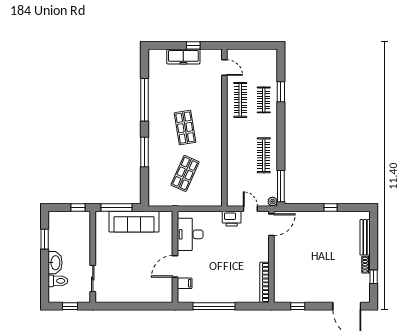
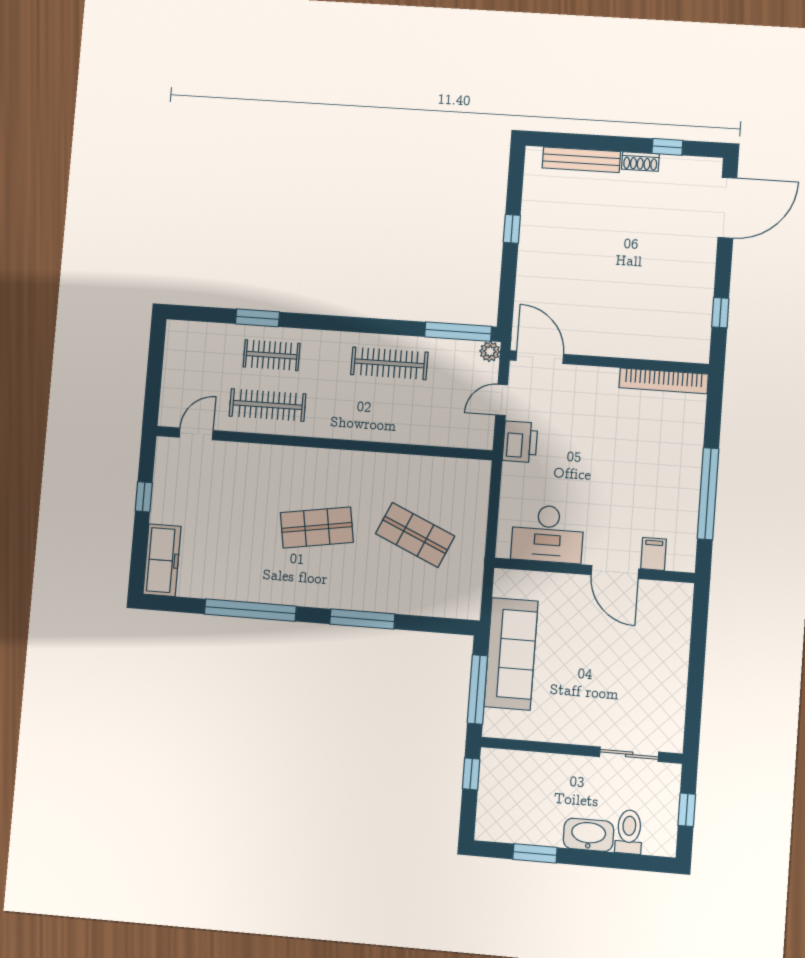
freezer: (183, 56) -> (162, 560), moved

